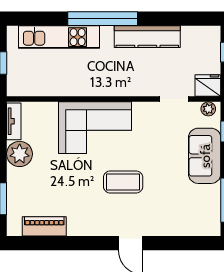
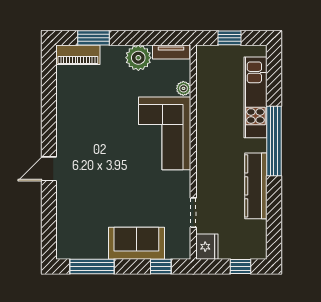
plant: (208, 109) -> (183, 88), moved
coffee table: (123, 182) -> (110, 162), removed
piano: (44, 226) -> (78, 55), moved, turned 90

